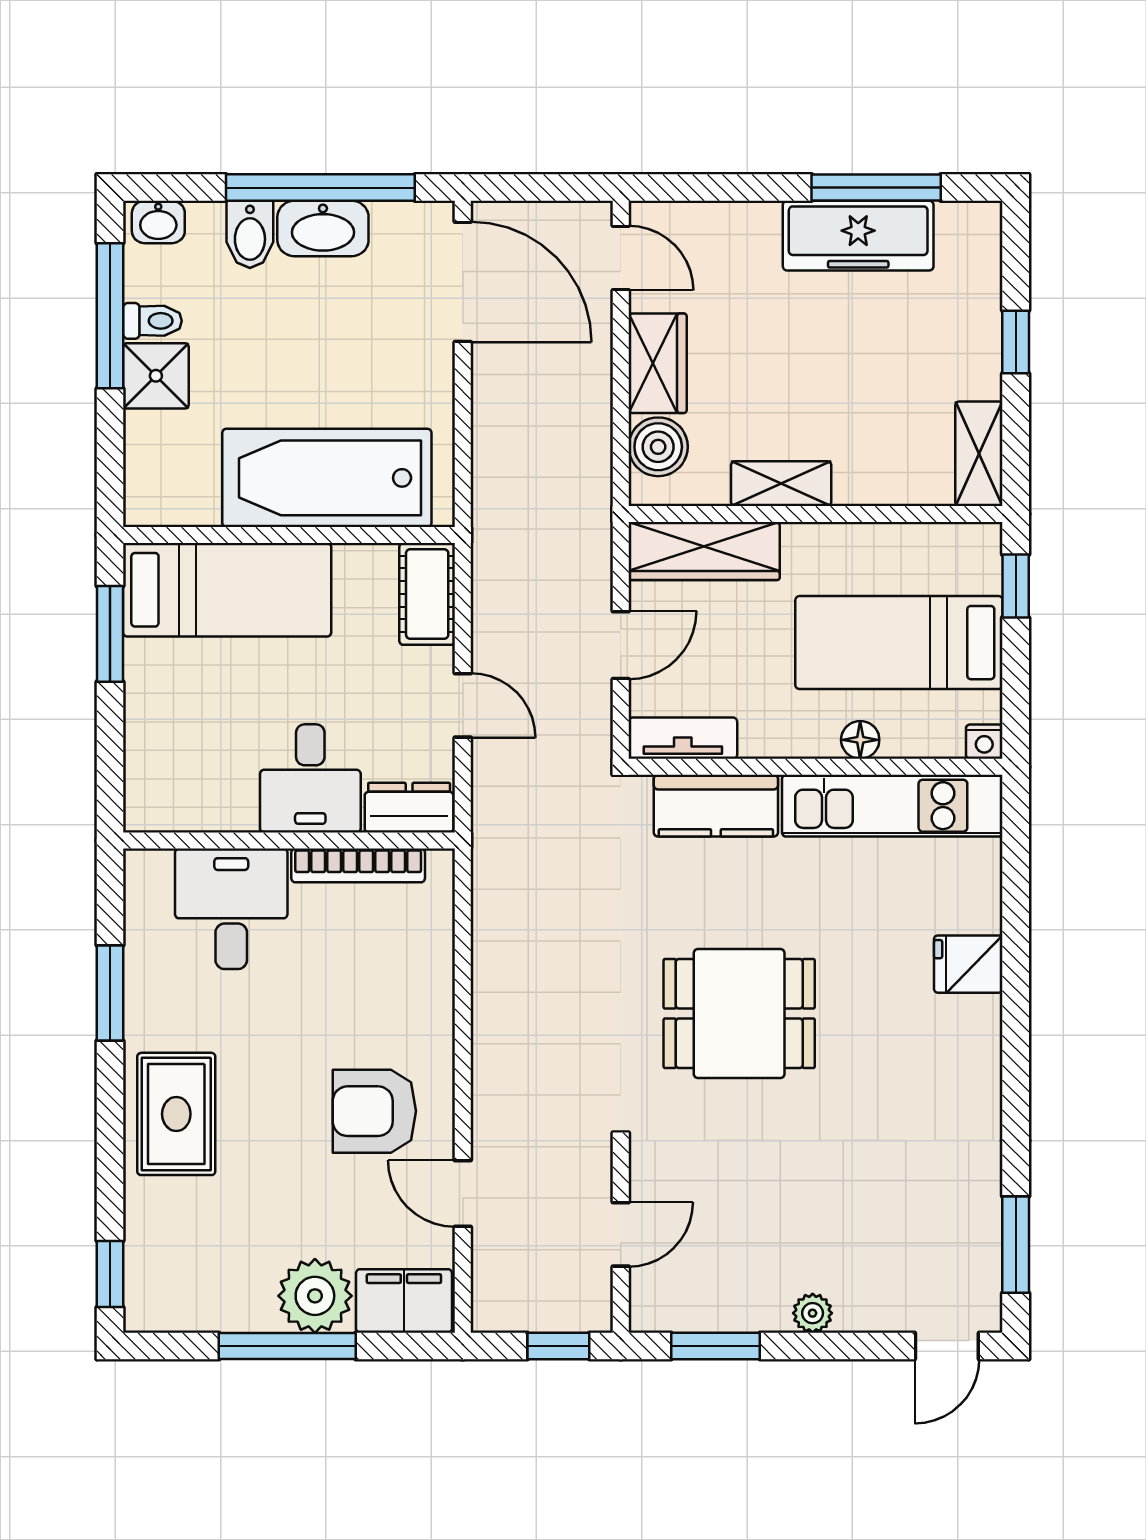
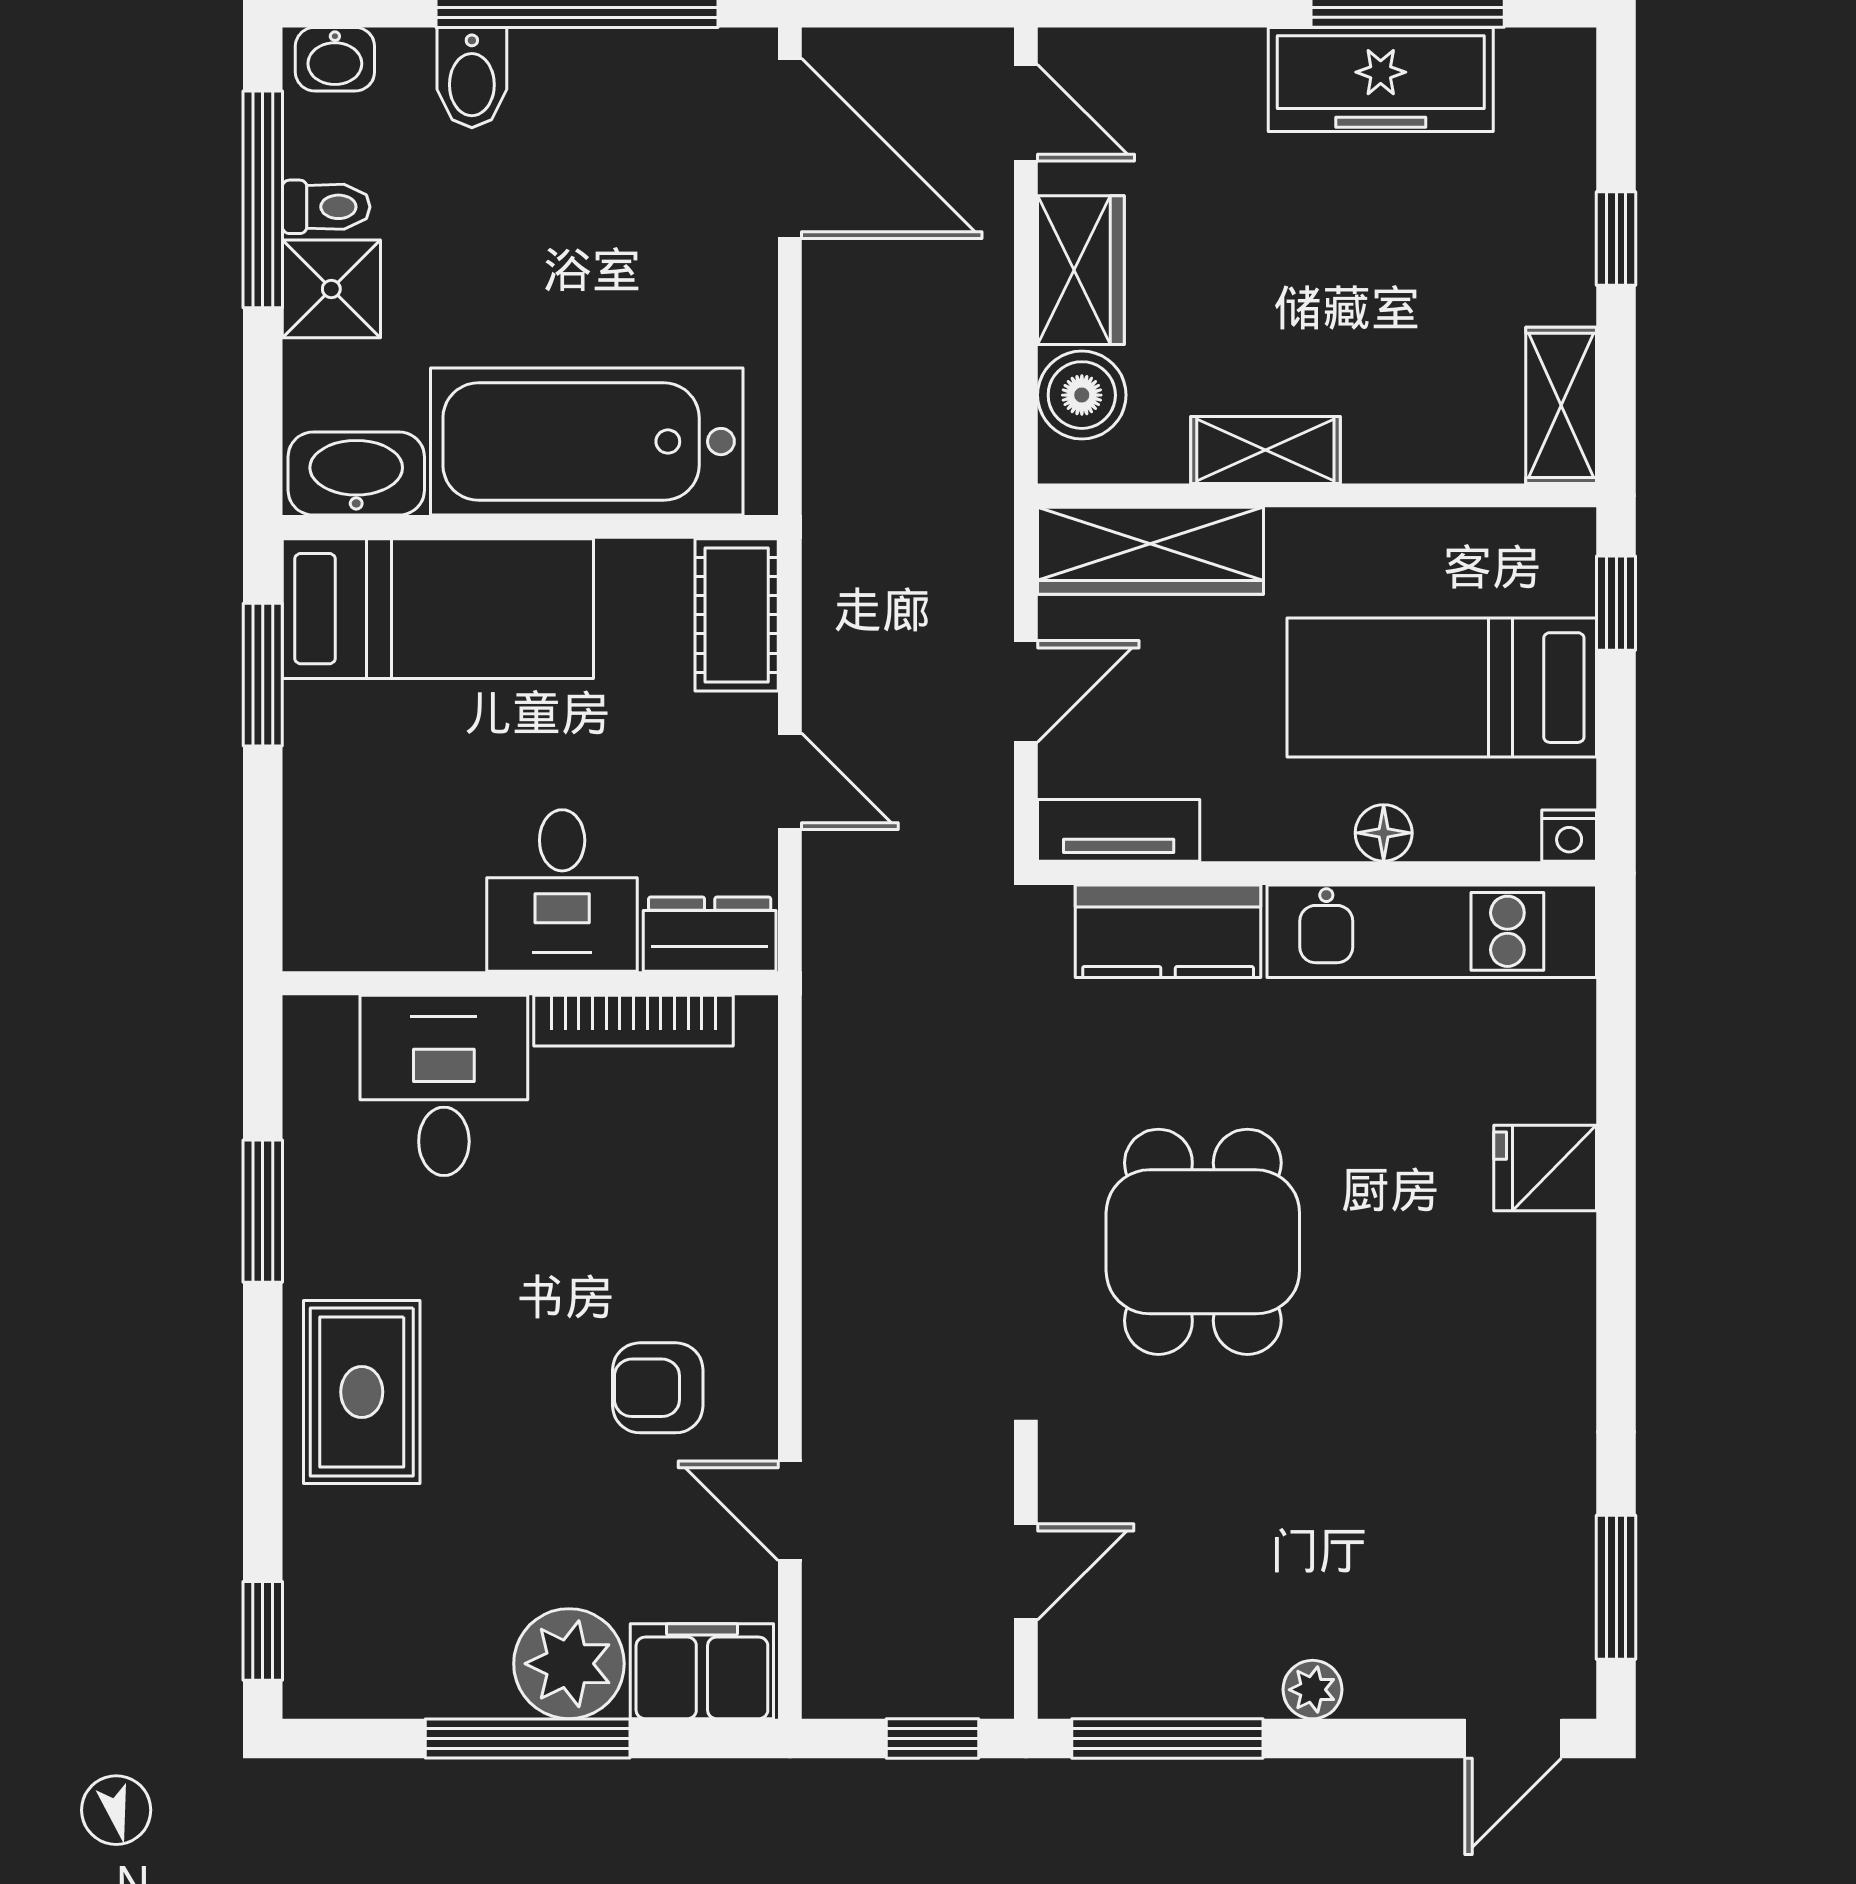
washbasin: (323, 228) -> (356, 474), moved, turned 180
dining table: (739, 1014) -> (1203, 1242), turned 90
armchair: (374, 1111) -> (658, 1388), width x0.72, depth x0.72
window: (715, 1346) -> (1167, 1739), width x1.44

